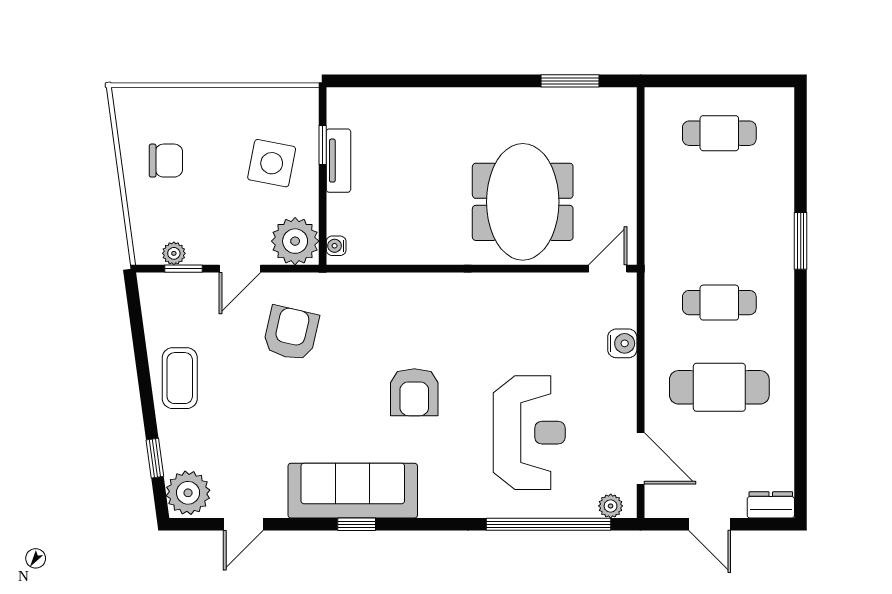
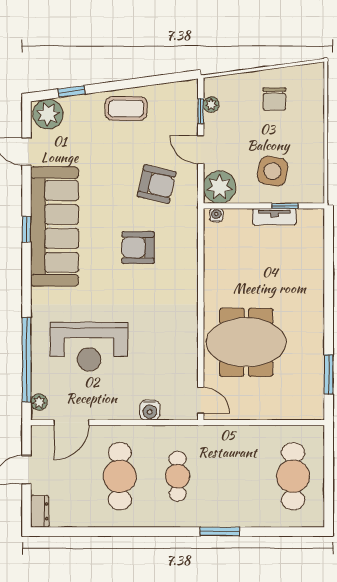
cafe table: (719, 133) -> (293, 476), width x1.37, depth x1.35
armchair: (414, 392) -> (138, 247), moved
sofa: (353, 491) -> (55, 226), width x1.36, depth x1.27

